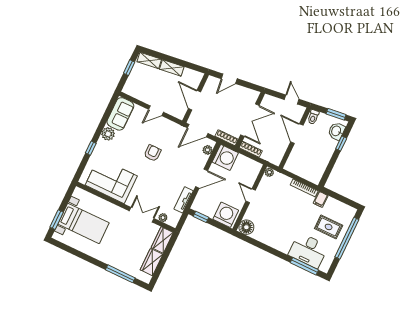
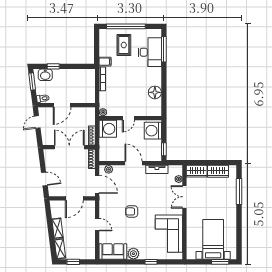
washing machine: (225, 157) -> (108, 129), moved, turned 90
floor lamp: (246, 227) -> (155, 92), moved

